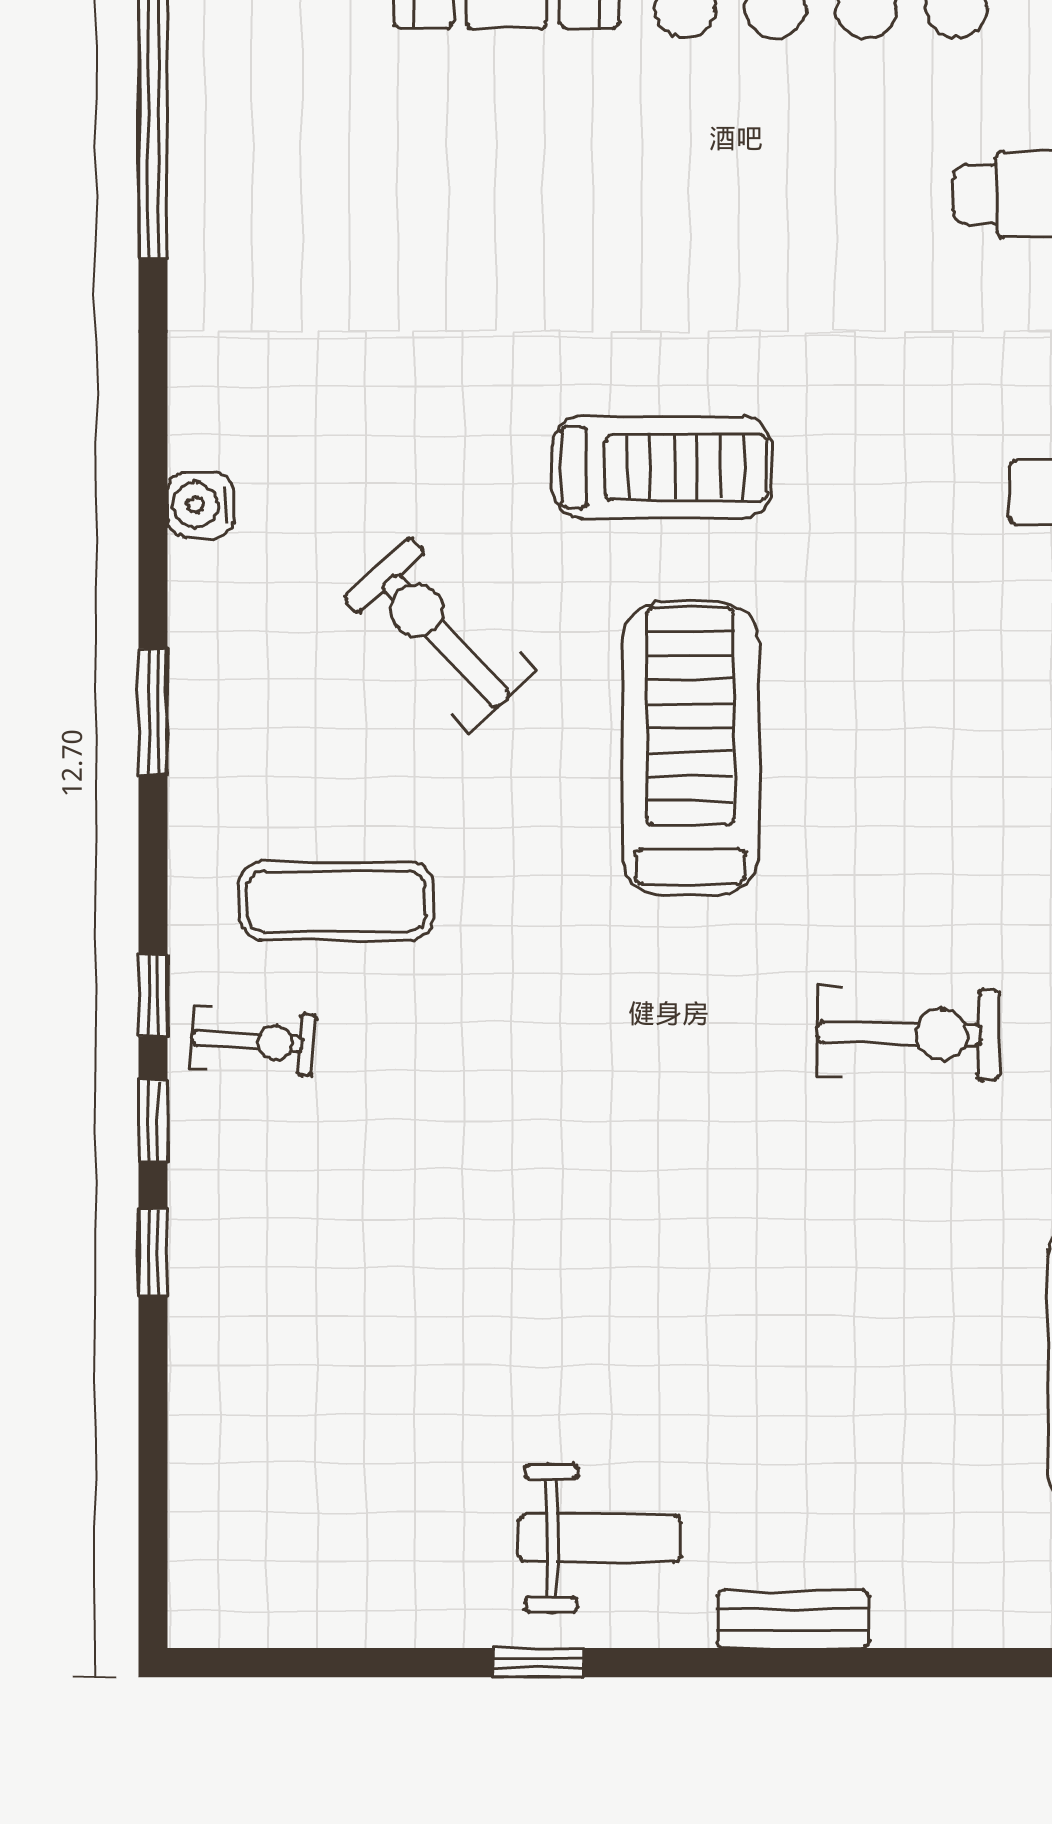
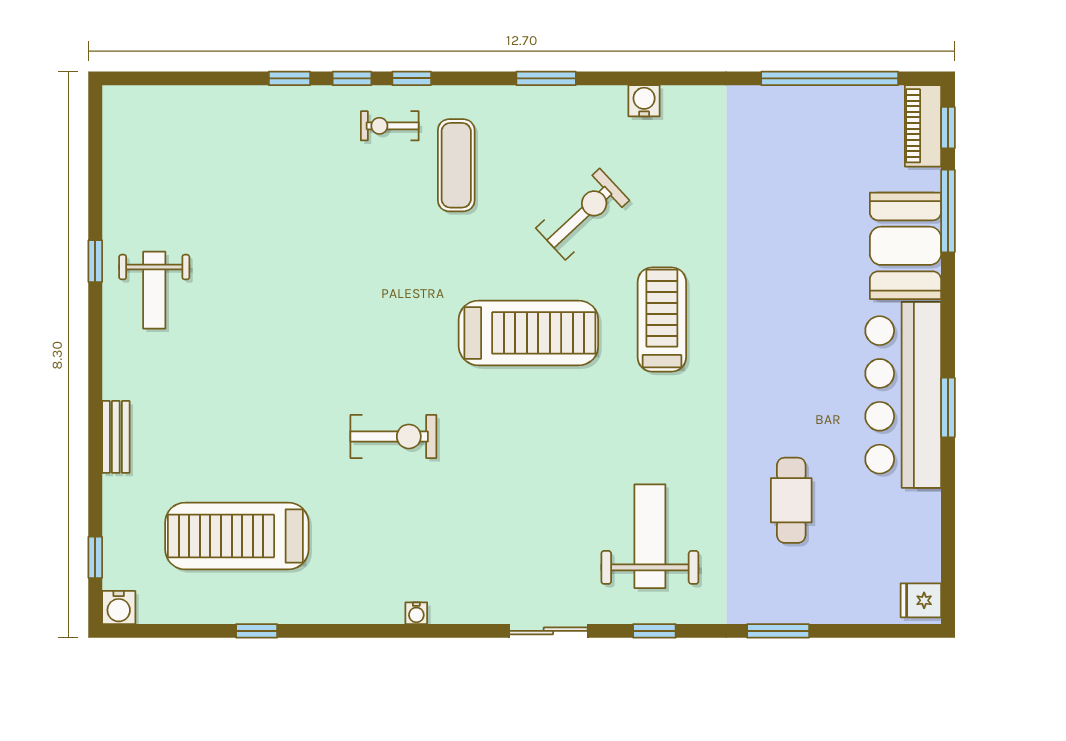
treadmill: (662, 467) -> (662, 320), turned 180
exercise bike: (909, 1034) -> (393, 436), turned -91
exercise bike: (253, 1041) -> (390, 126), turned 86
bench: (793, 1619) -> (116, 437), moved

